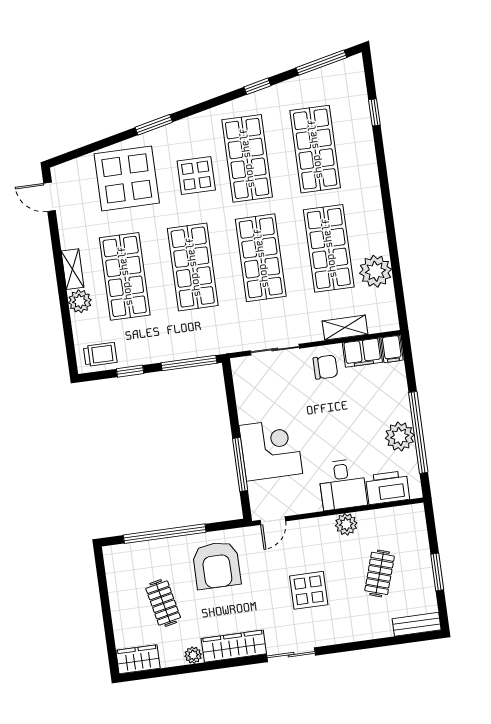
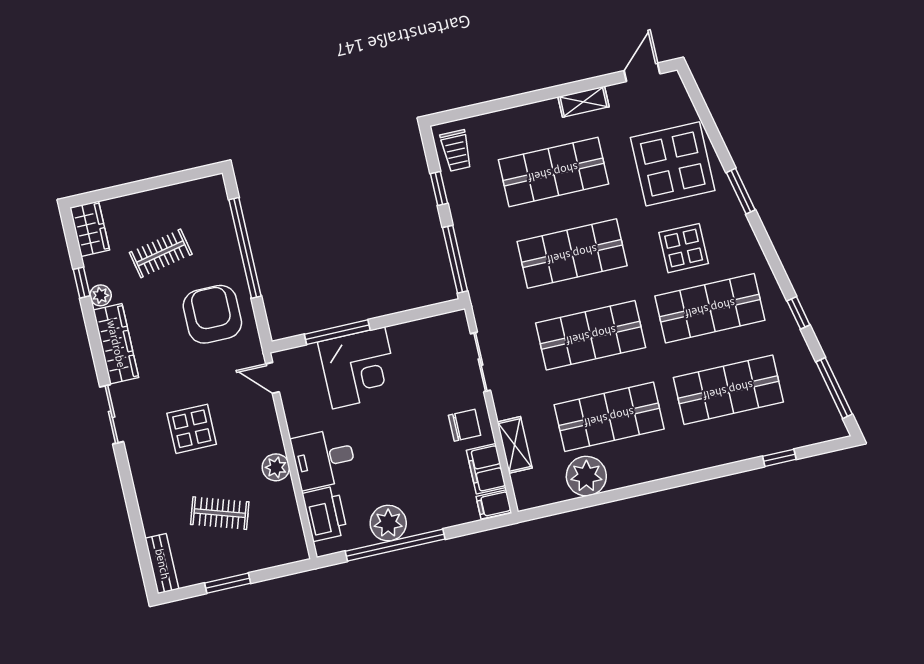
shelving: (73, 269) -> (583, 102), moved
plant: (80, 301) -> (518, 120), removed
chair: (325, 367) -> (465, 425), turned -90
armchair: (217, 565) -> (212, 314), turned 90
window: (181, 670) -> (82, 283), added

